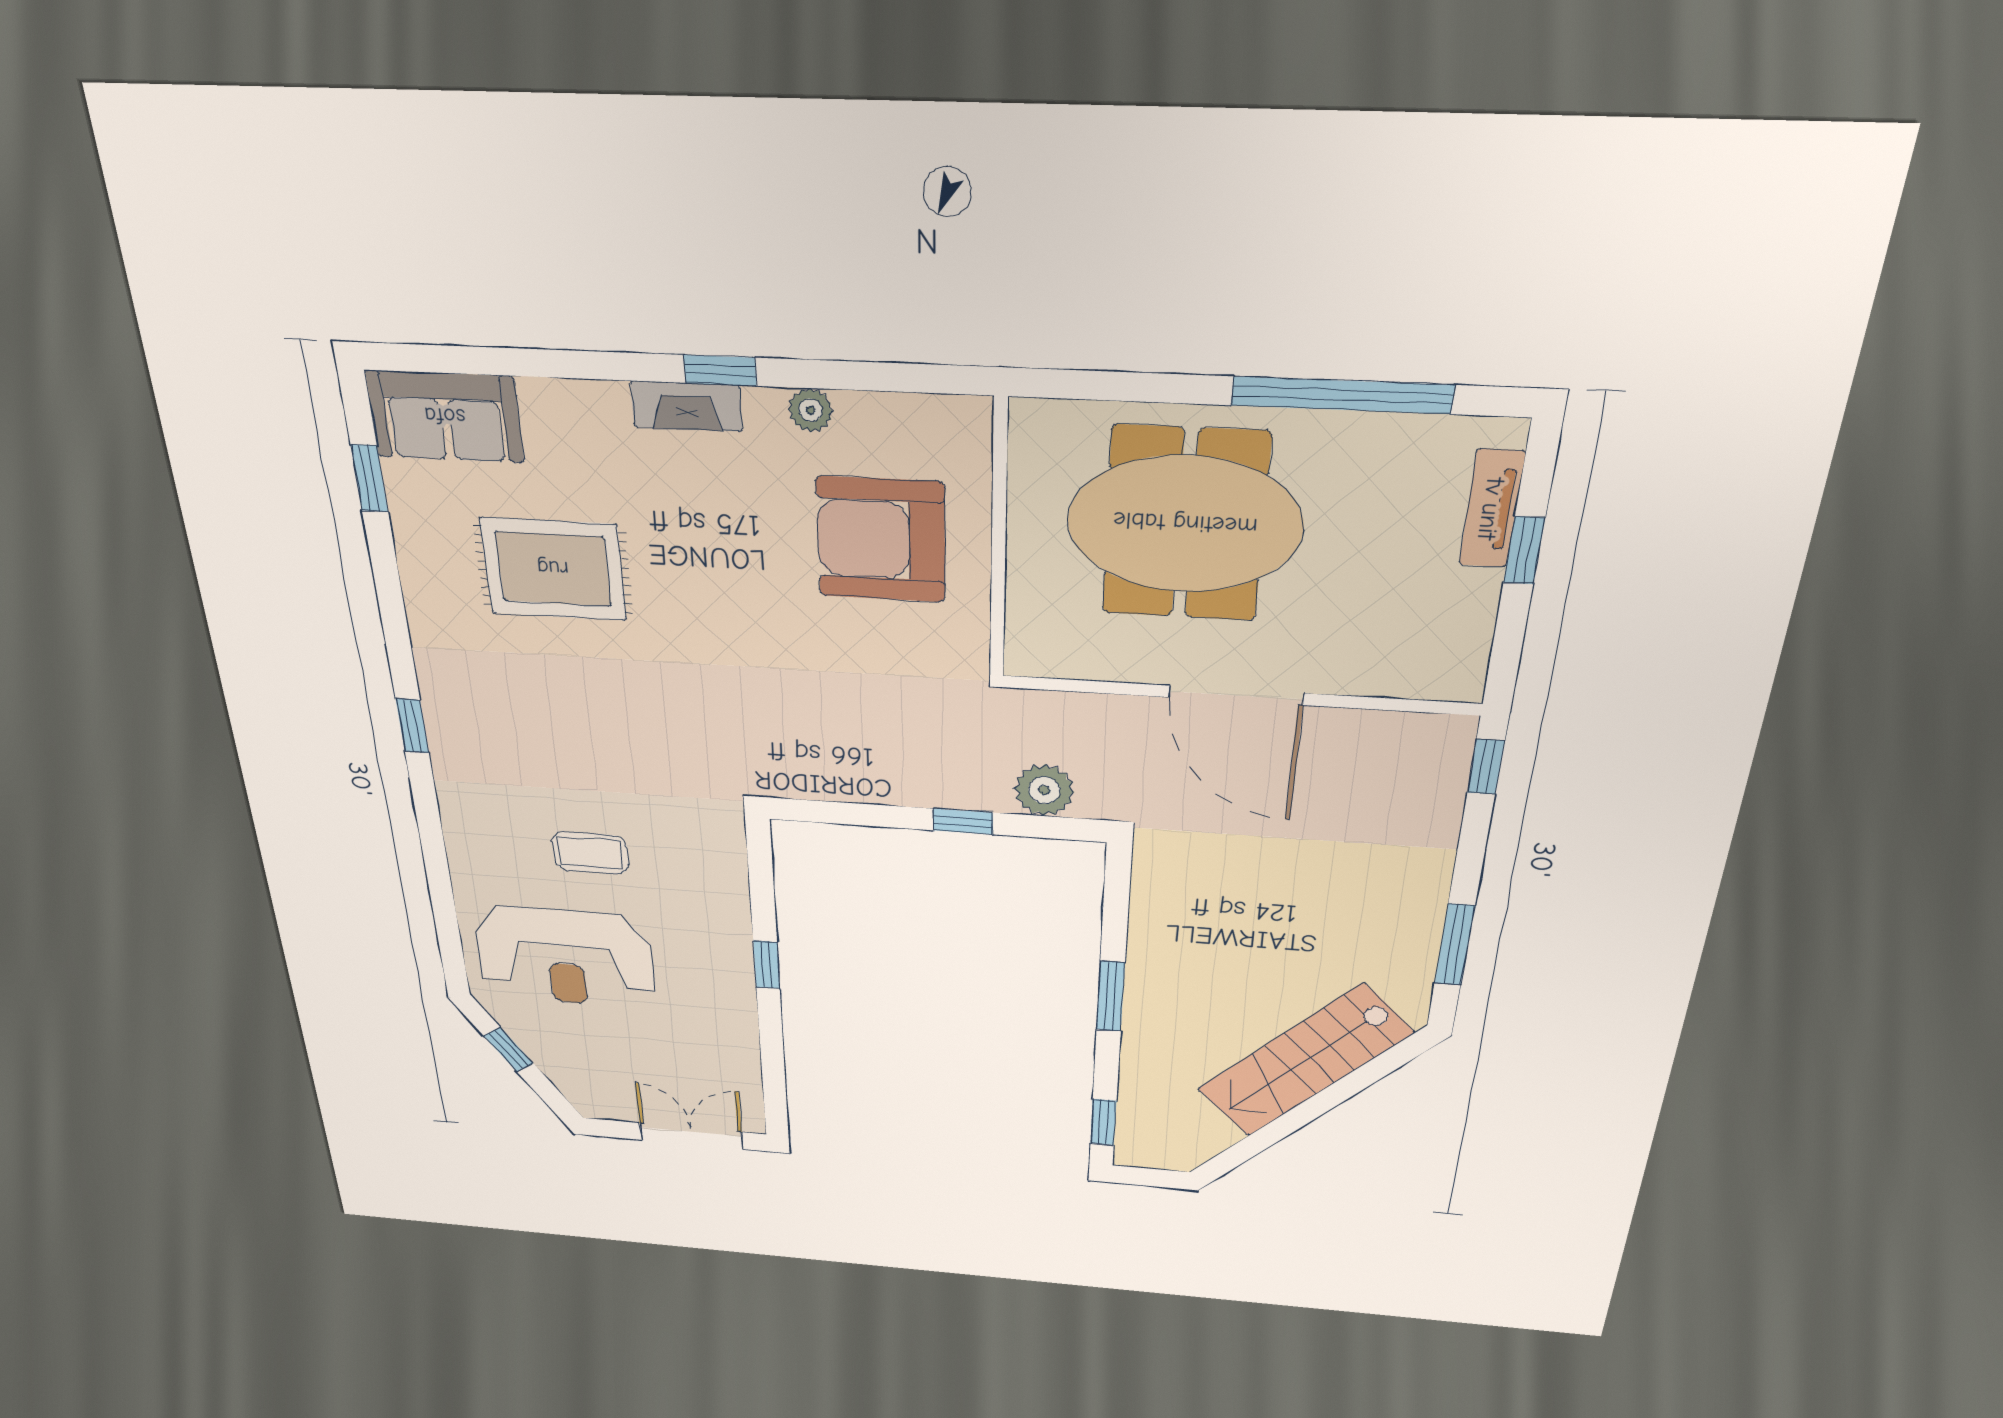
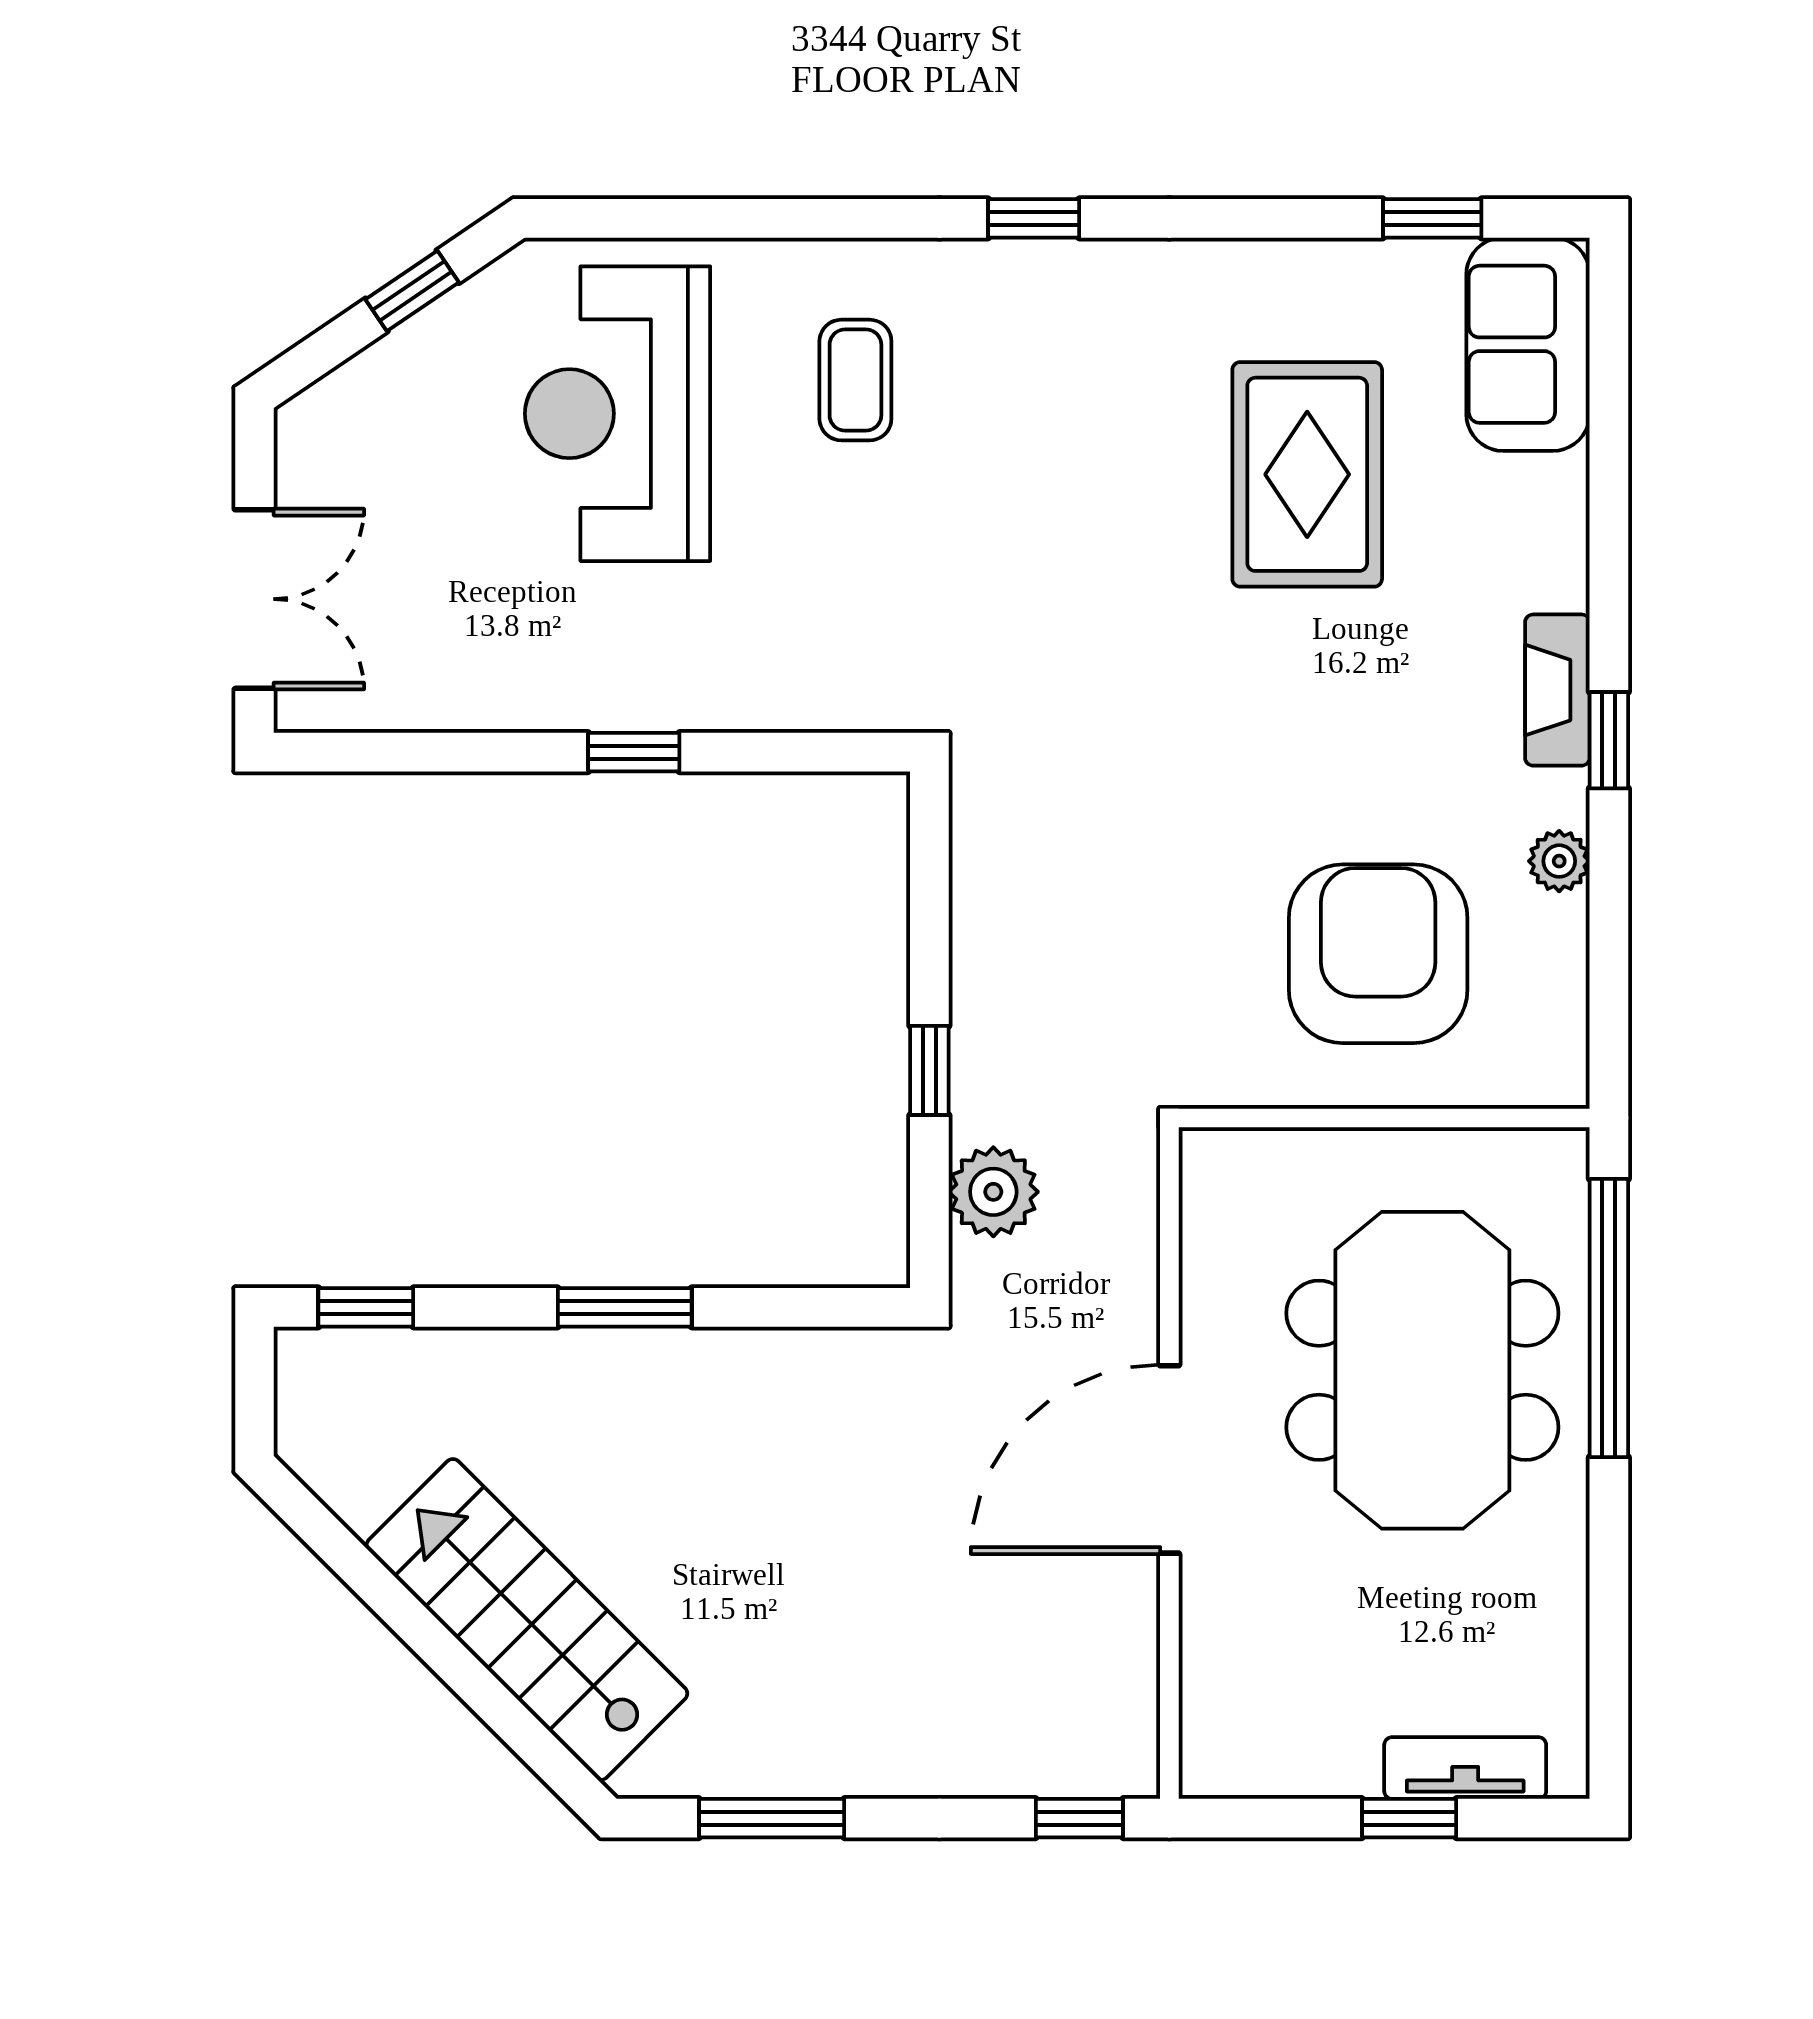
window: (1342, 395) -> (1609, 1318), moved
coffee table: (590, 853) -> (855, 380), moved

